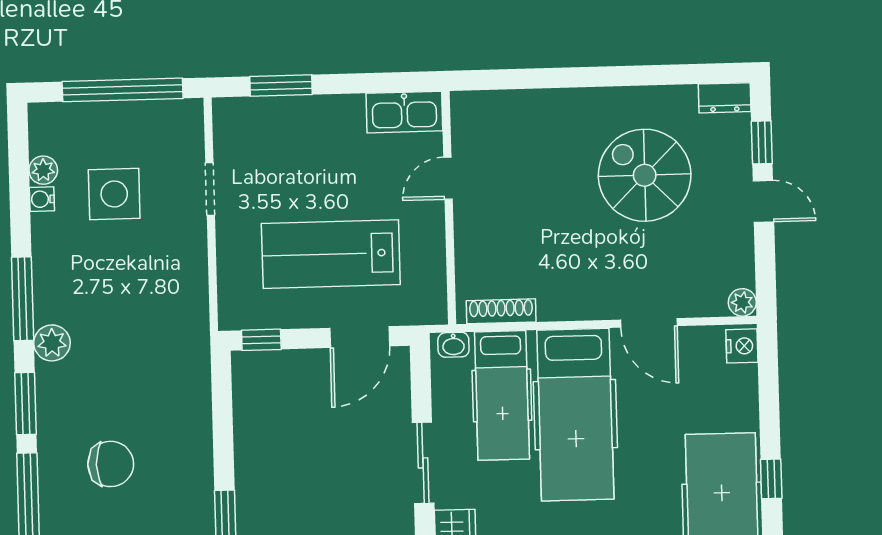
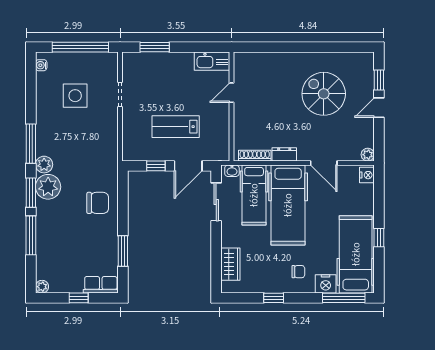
dresser: (725, 98) -> (284, 154), moved, turned 180
plant: (43, 170) -> (48, 187), moved, width x1.88, depth x1.88
water cooler: (42, 199) -> (41, 65), moved
door: (763, 201) -> (379, 108), swing flipped
lab bench: (331, 254) -> (176, 127), width x0.73, depth x0.72
window: (261, 340) -> (156, 166), moved
sliding door: (423, 463) -> (216, 202), moved
chair: (111, 464) -> (98, 203), moved

